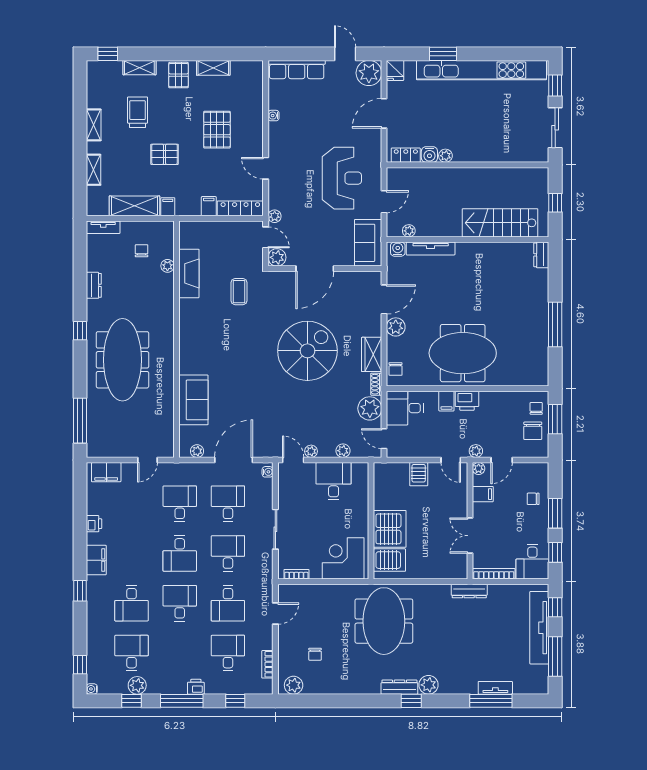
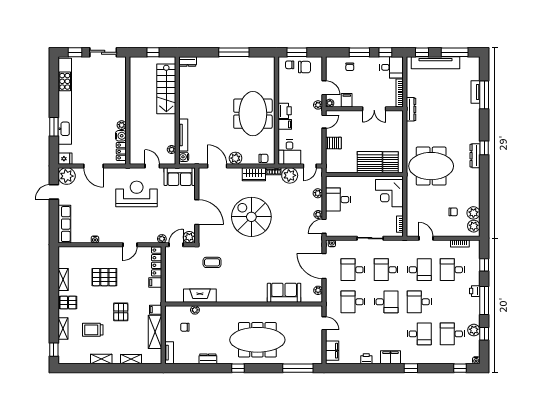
plant: (428, 685) -> (473, 213), moved

